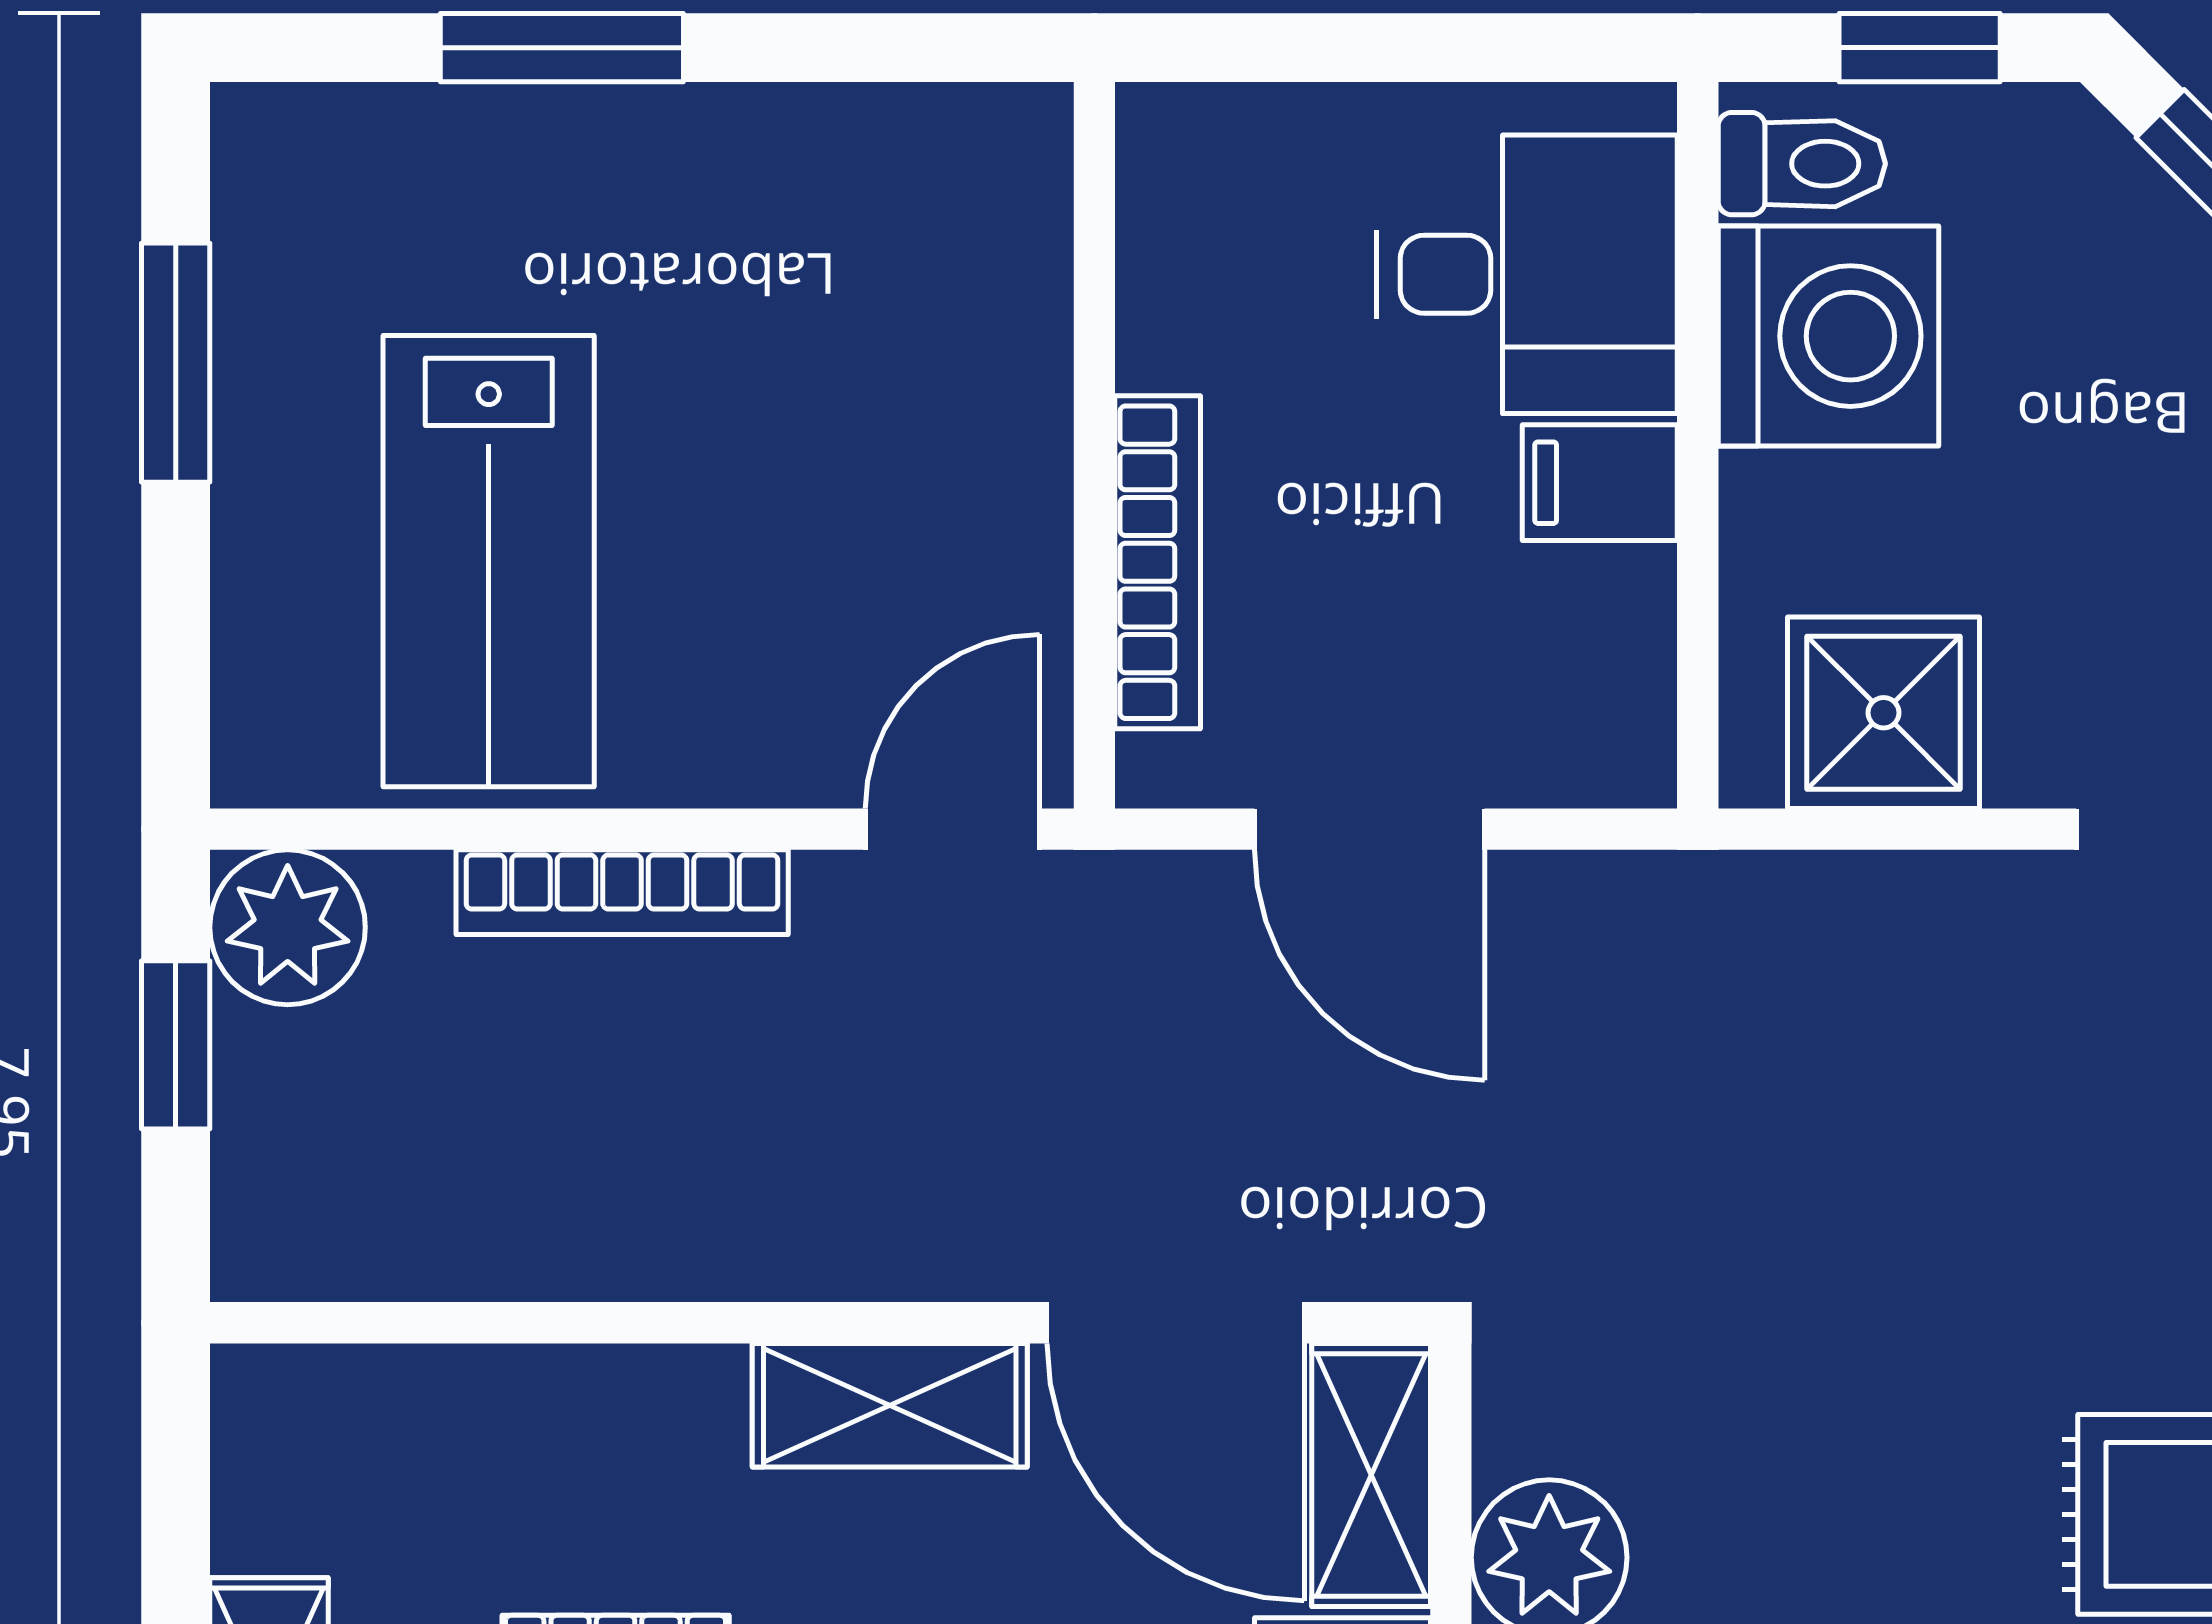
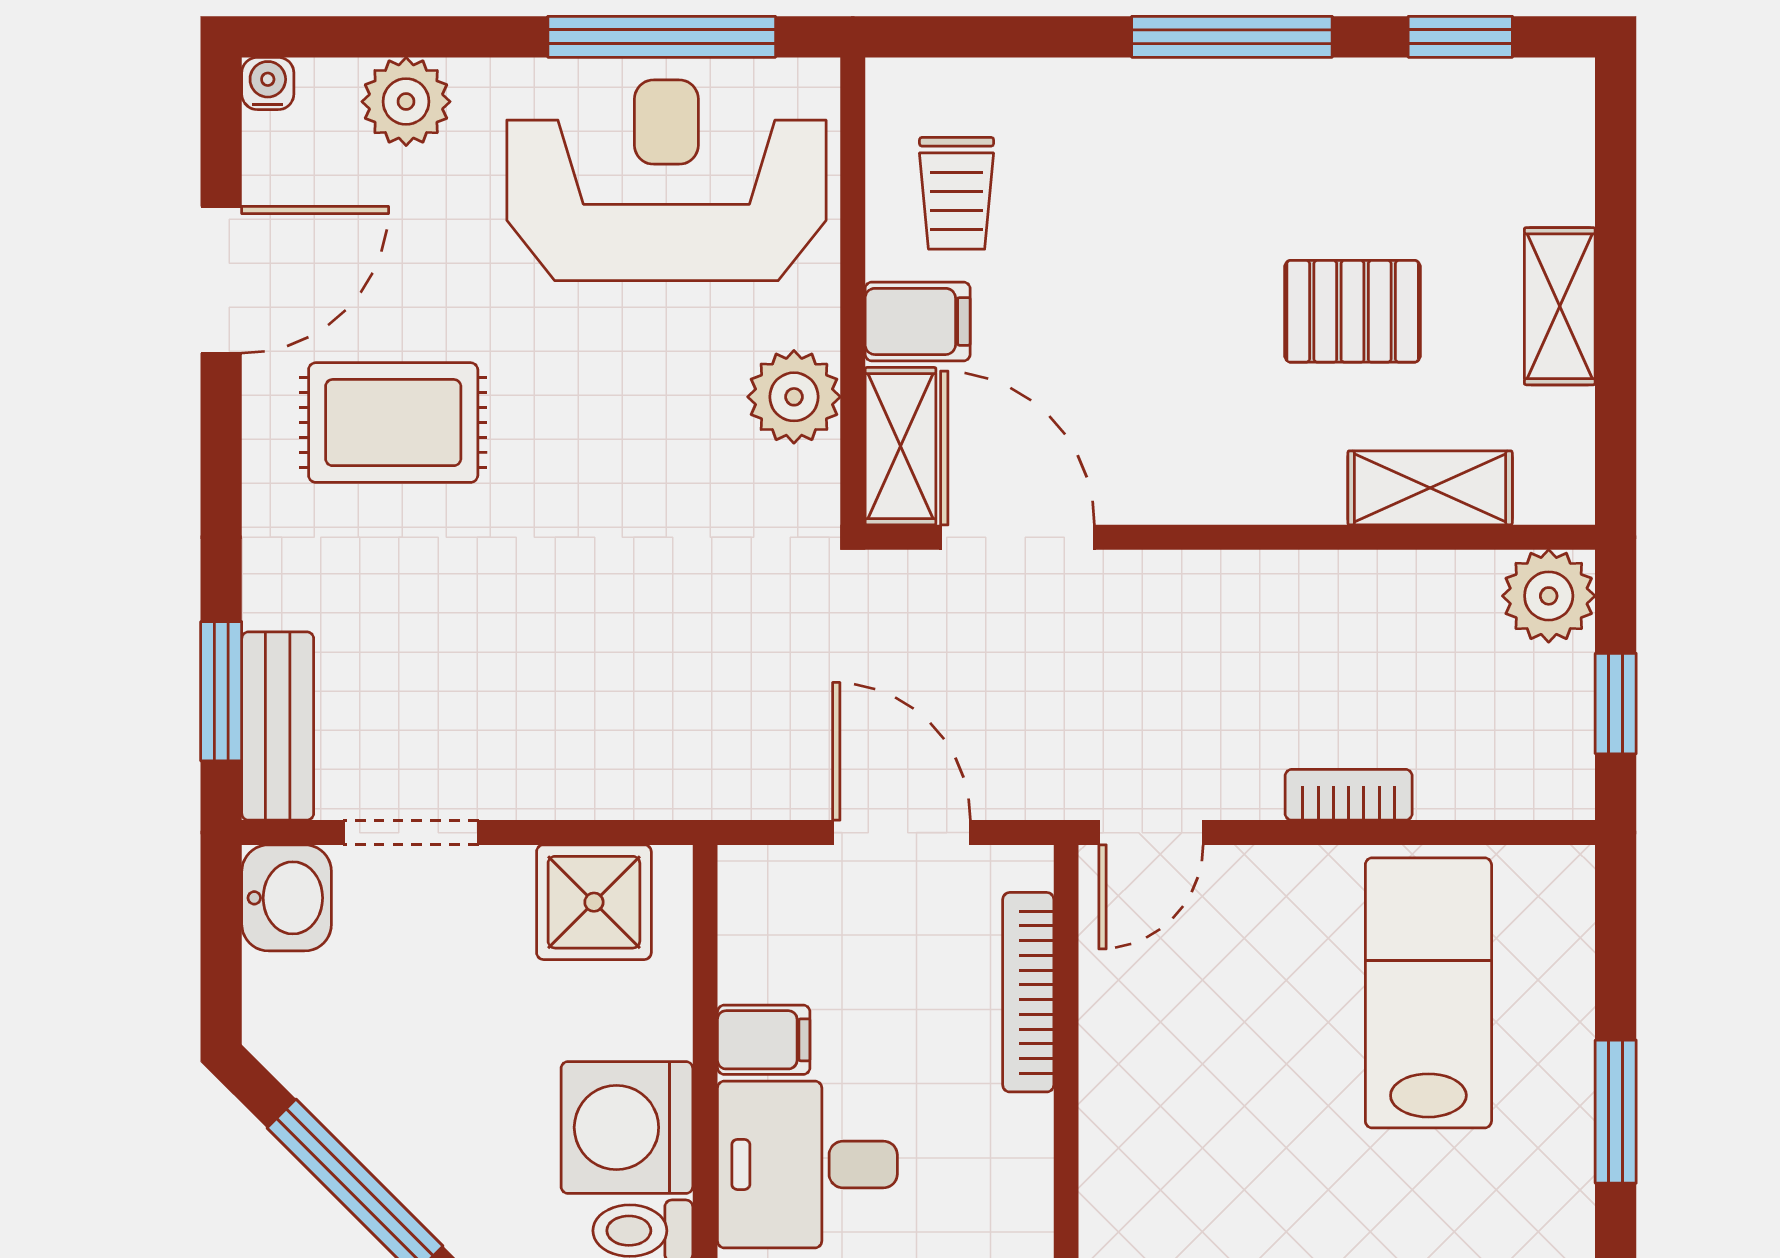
bookcase: (622, 892) -> (1349, 795), width x0.64
plant: (288, 927) -> (1549, 596), moved
shelving: (890, 1405) -> (1430, 488), moved

